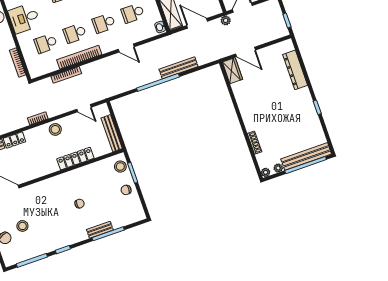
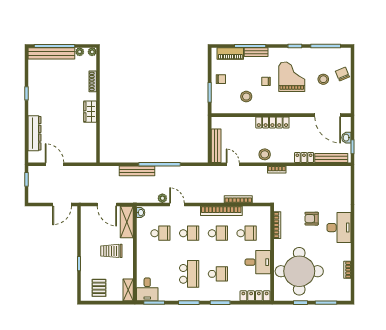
plant: (226, 20) -> (162, 198), moved
door: (246, 52) -> (55, 164), moved
wardrobe: (233, 71) -> (90, 112), moved
bench: (112, 133) -> (216, 146), moved
locker: (75, 159) -> (272, 122), moved
stool: (120, 167) -> (246, 97), moved
grand piano: (55, 217) -> (292, 77), added
piano: (125, 219) -> (230, 53), added

